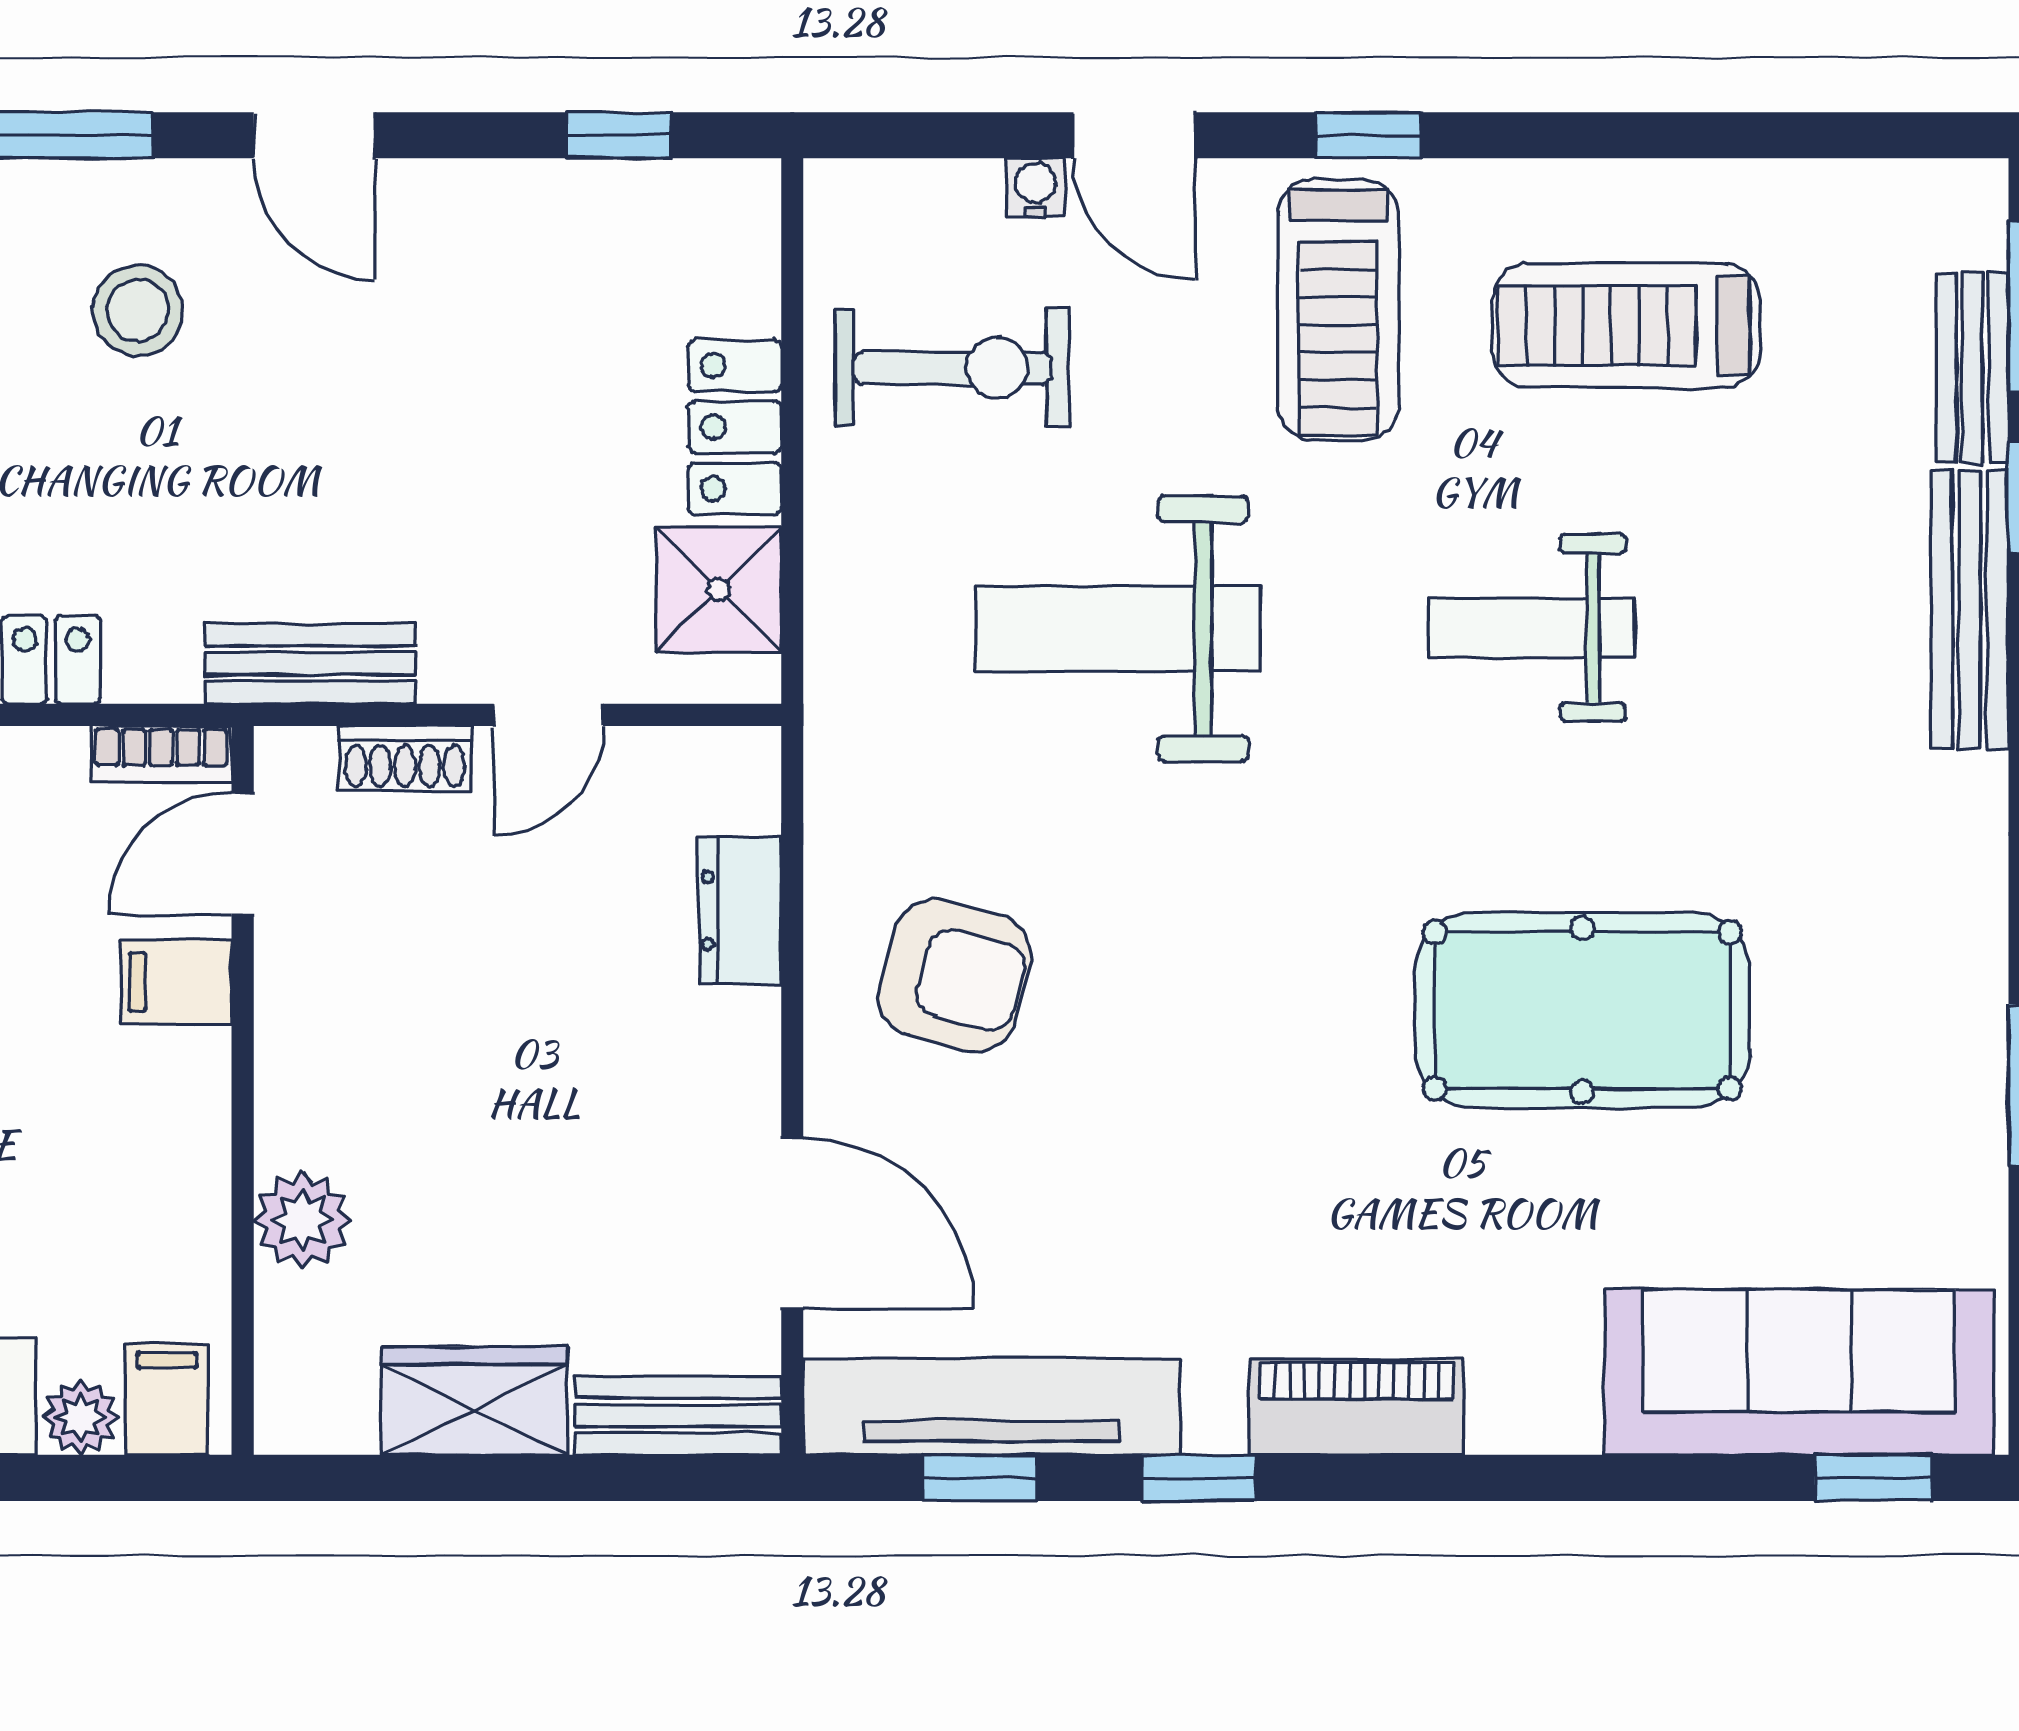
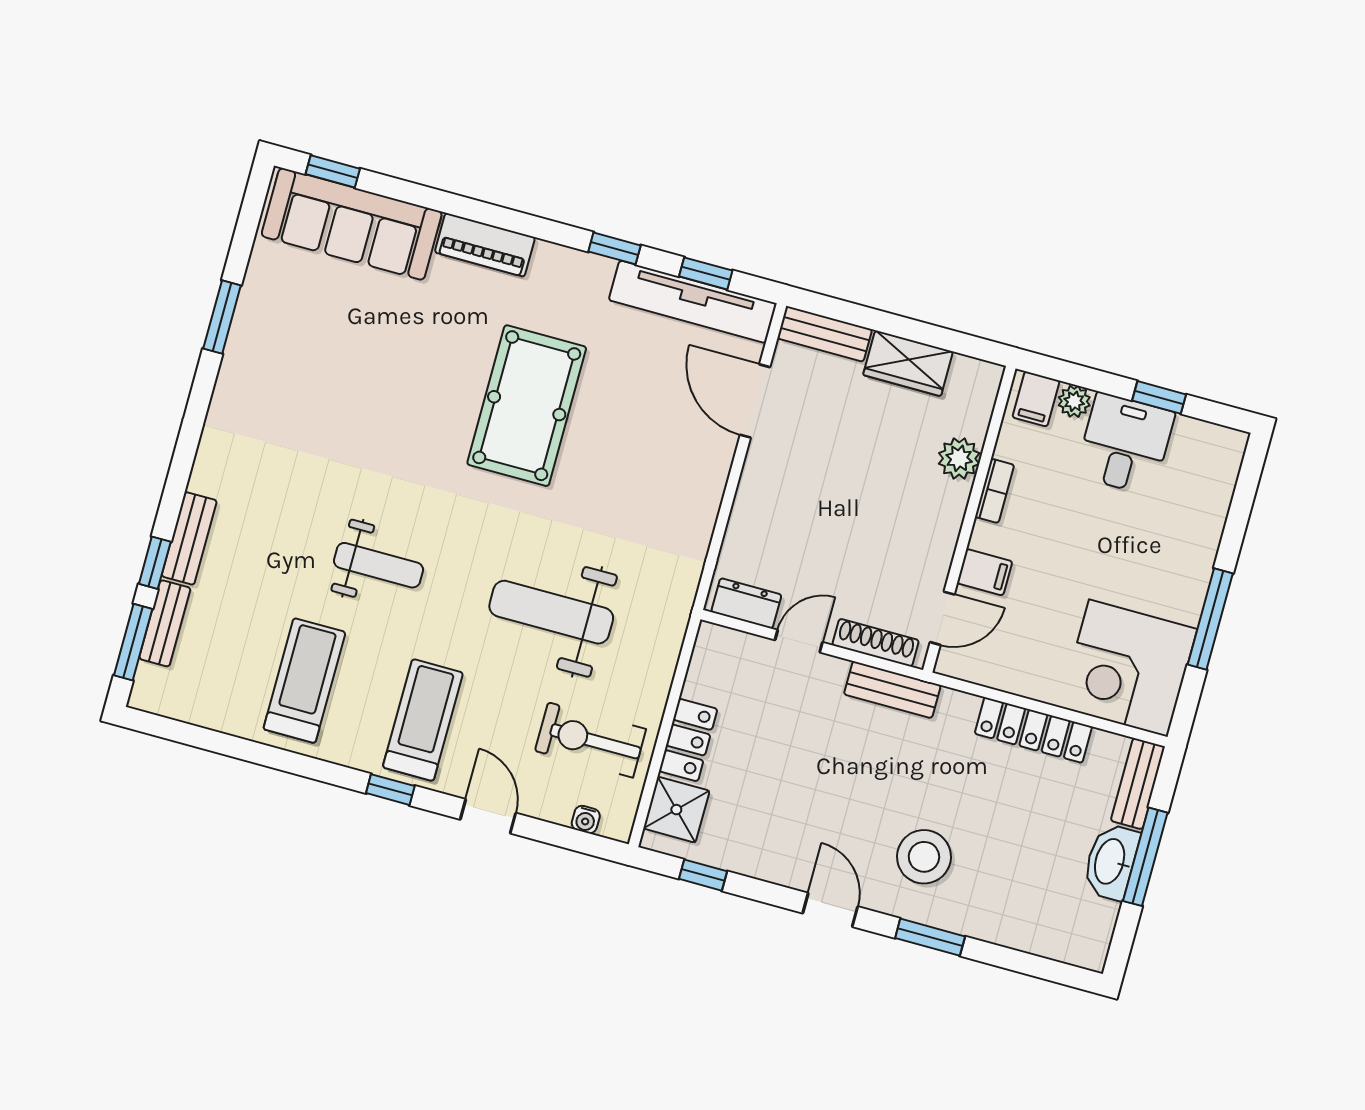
water cooler: (1036, 187) -> (586, 820), moved
stool: (138, 311) -> (924, 857), width x1.38, depth x1.38
treadmill: (1626, 326) -> (304, 681), turned -90
shower: (719, 589) -> (676, 810), moved
bench: (1970, 609) -> (189, 538), width x0.73
weight bench: (1118, 629) -> (551, 612), turned 180
bookcase: (161, 754) -> (995, 491), moved, turned 90
shoe rack: (405, 758) -> (876, 643), width x1.43
dresser: (740, 911) -> (746, 603), moved, turned -90
armchair: (954, 976) -> (659, 486), removed
pool table: (1582, 1010) -> (527, 406), moved, turned 90
piano: (1357, 1407) -> (485, 245), moved

